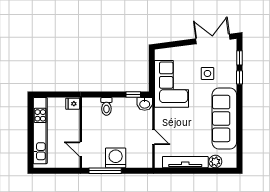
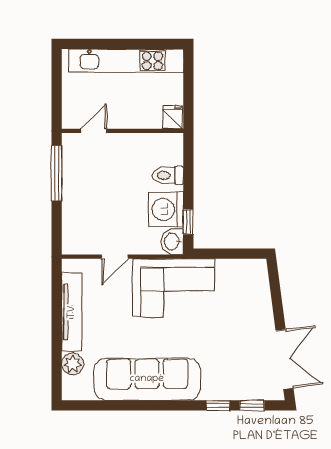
side table: (207, 73) -> (225, 350), removed
corner sofa: (171, 84) -> (173, 288), moved
washing machine: (116, 158) -> (166, 209), moved, turned 180

